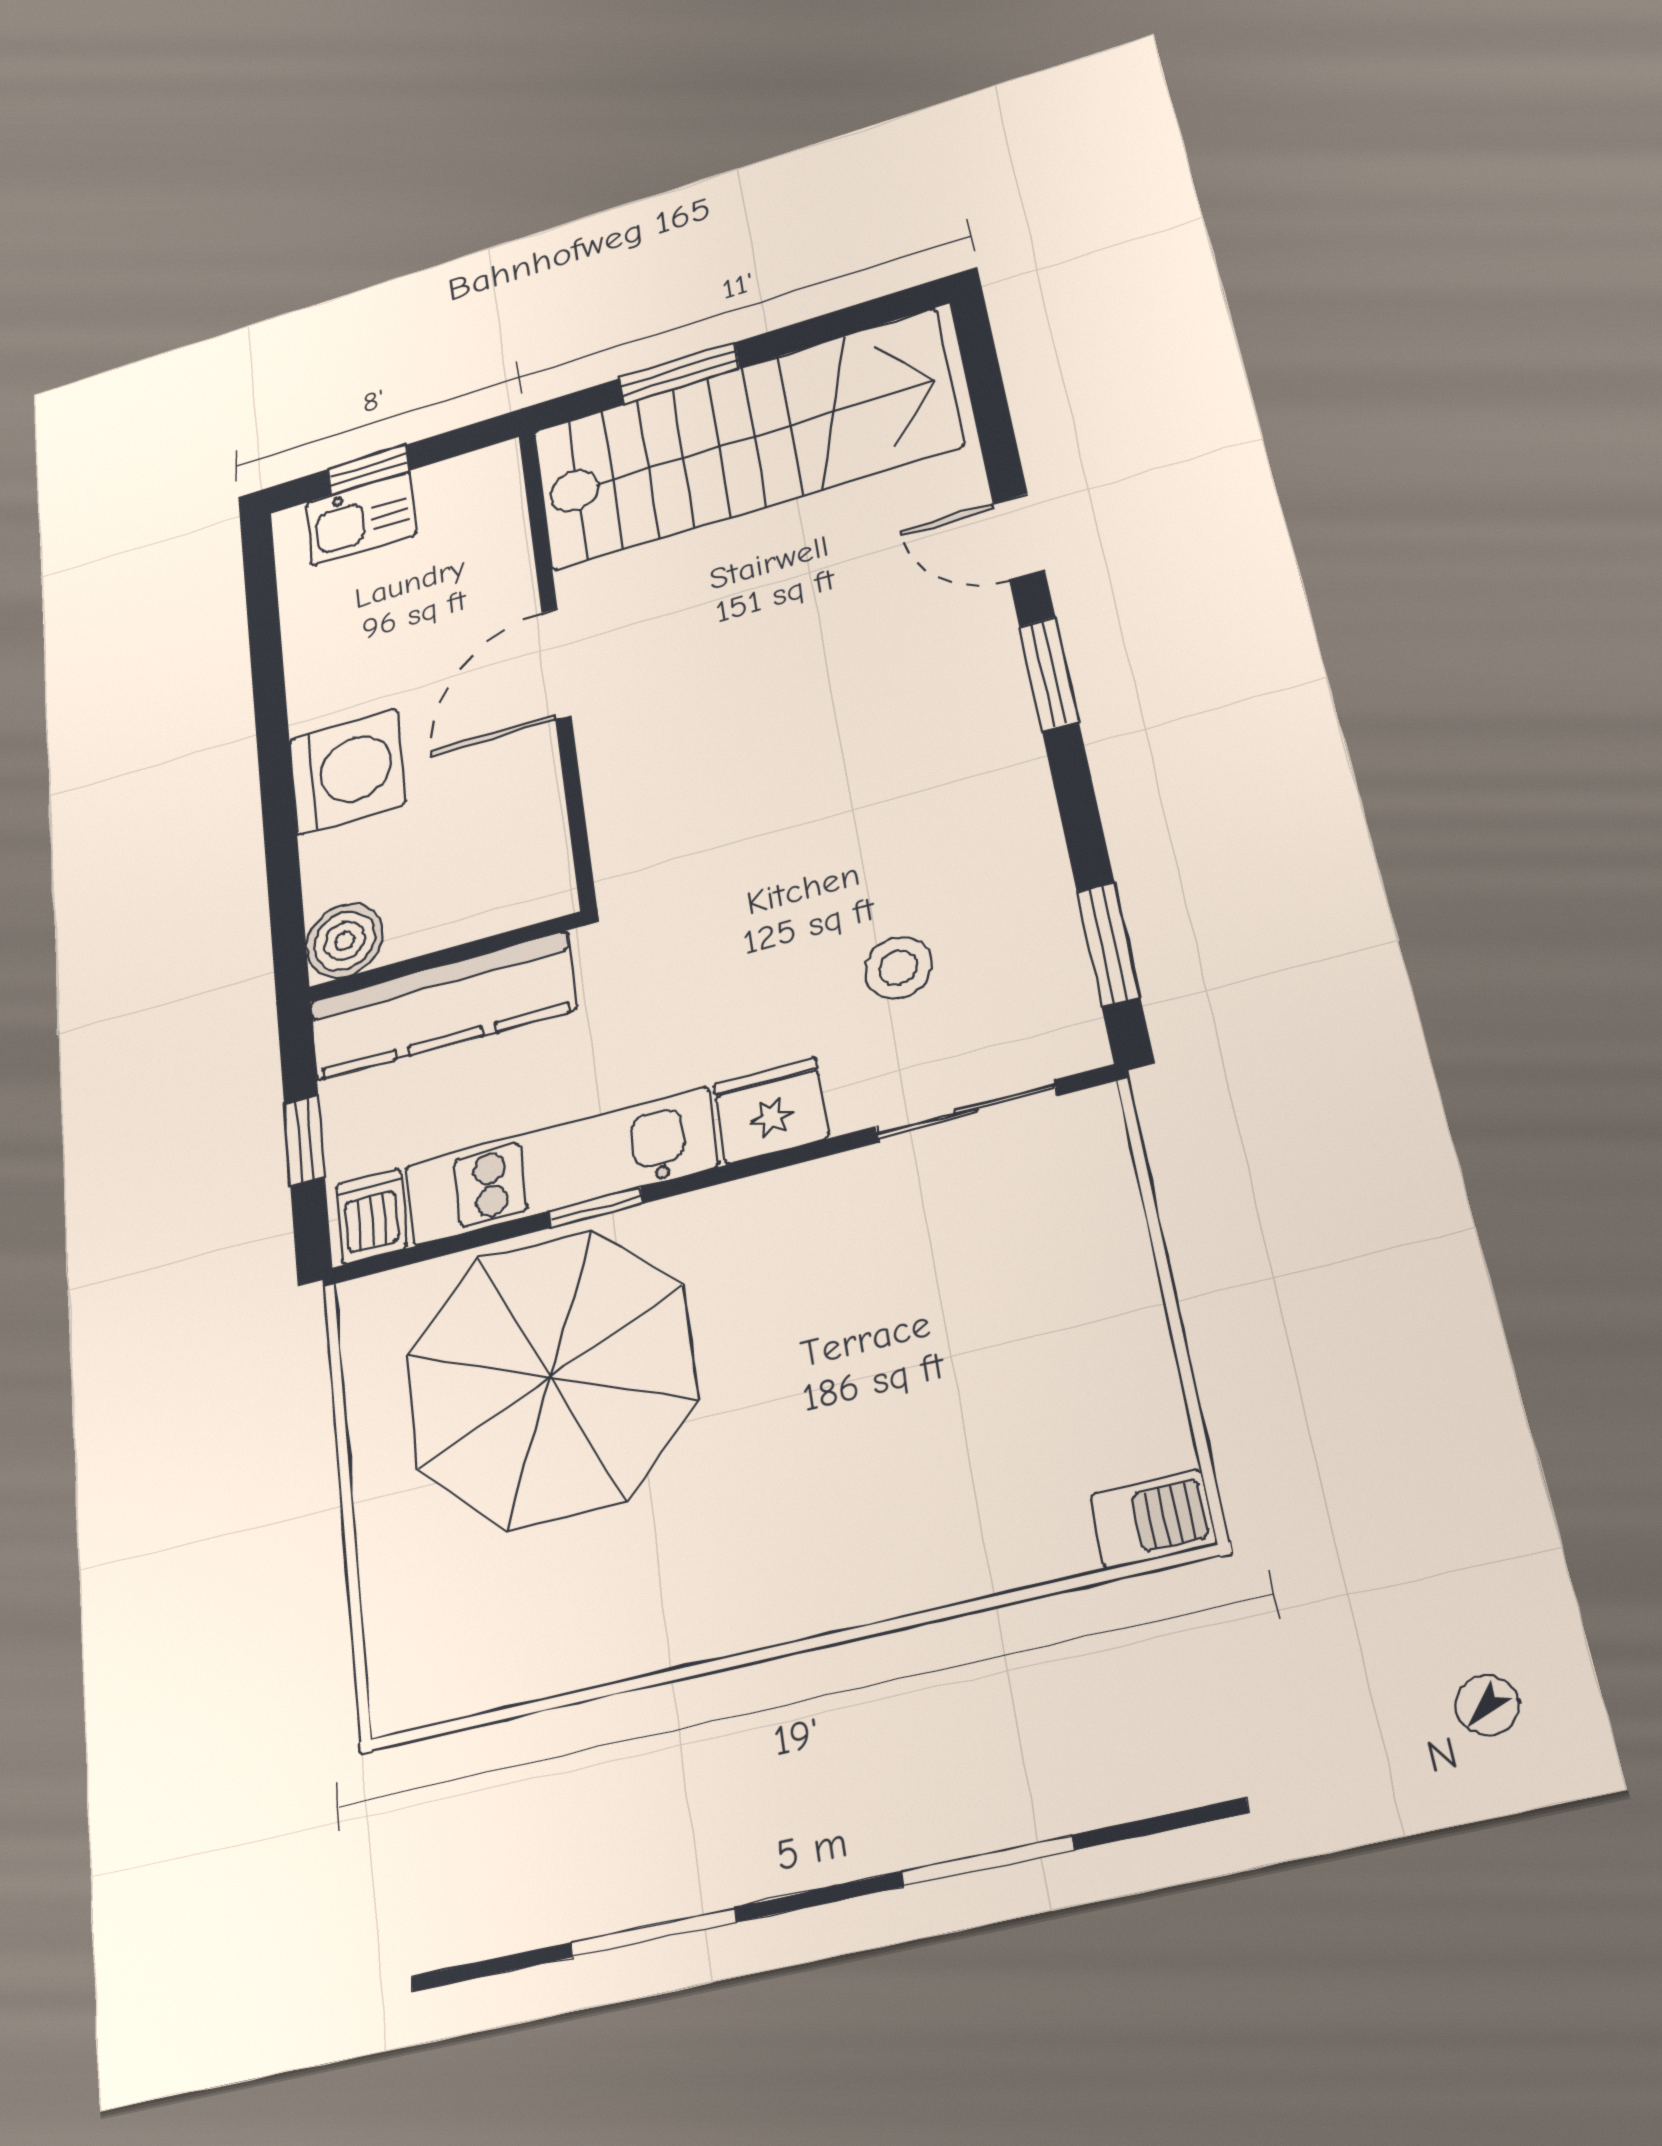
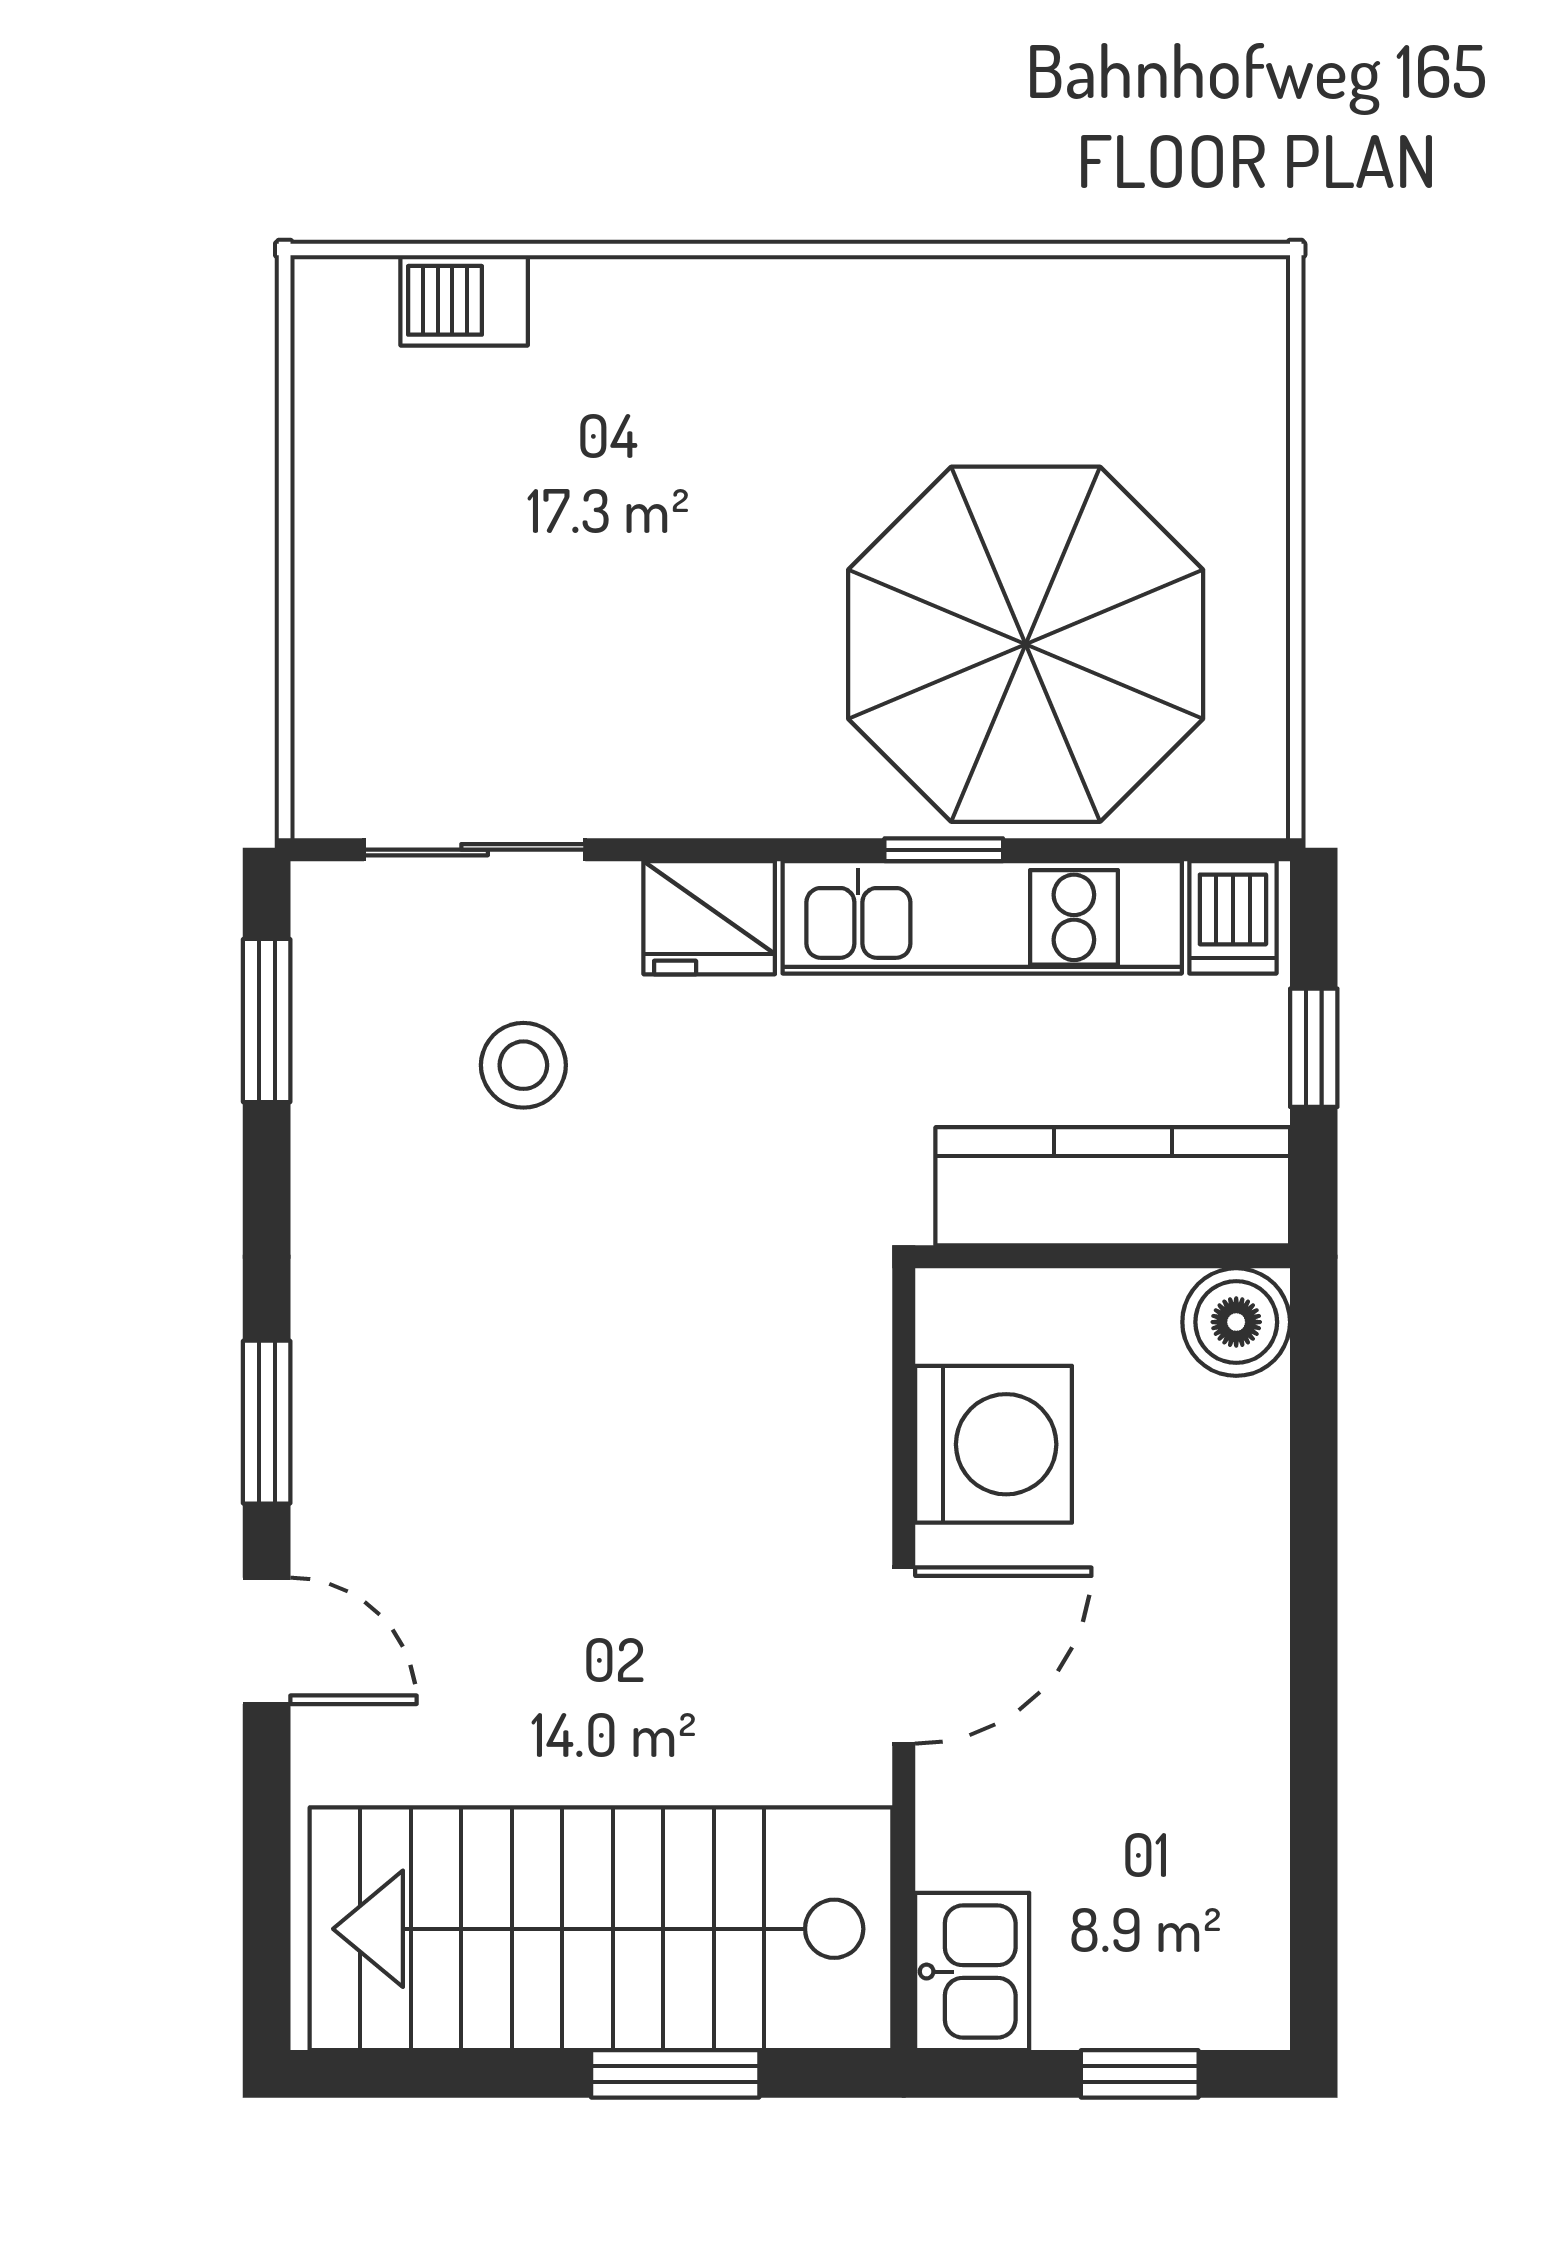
kitchen sink: (361, 519) -> (972, 1972), moved, turned 90
washing machine: (347, 771) -> (994, 1444), moved, turned 180
barbecue: (1153, 1519) -> (464, 300), moved

